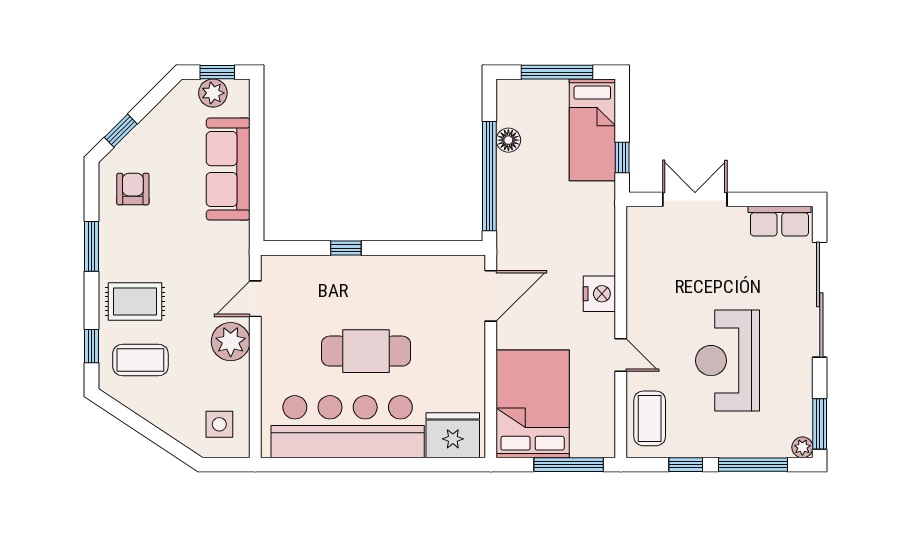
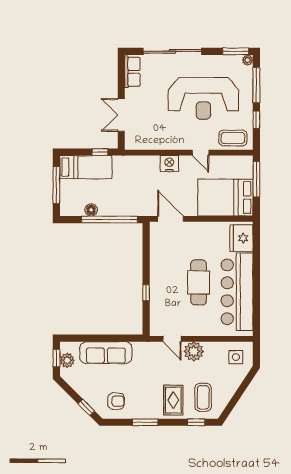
armchair: (133, 189) -> (116, 401), turned 180
door: (621, 355) -> (201, 153), swing flipped
reception desk: (728, 361) -> (203, 98), width x1.36, depth x1.30

